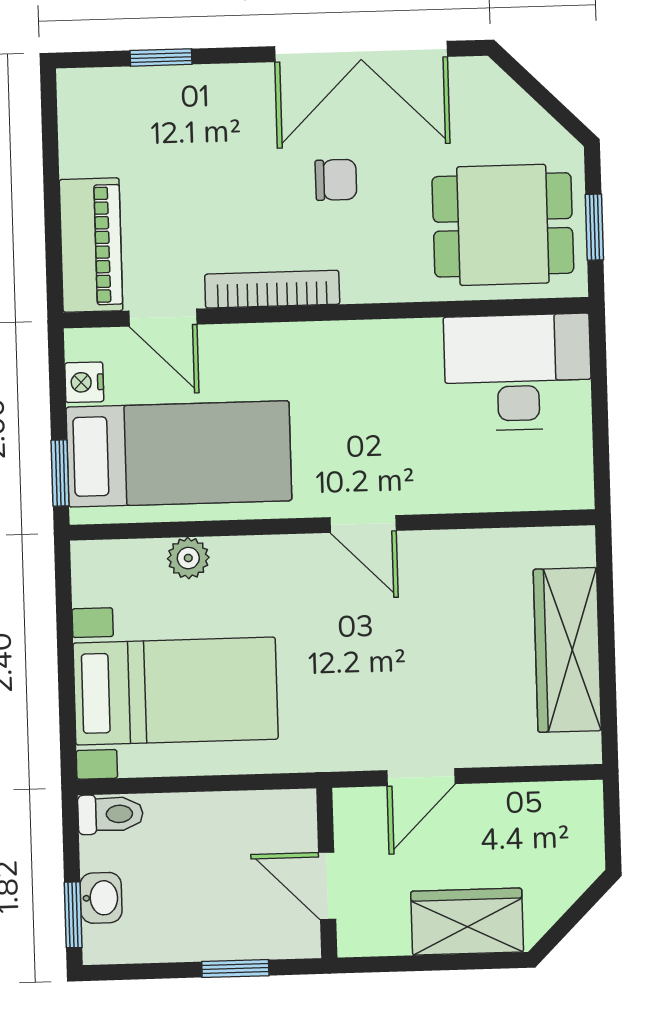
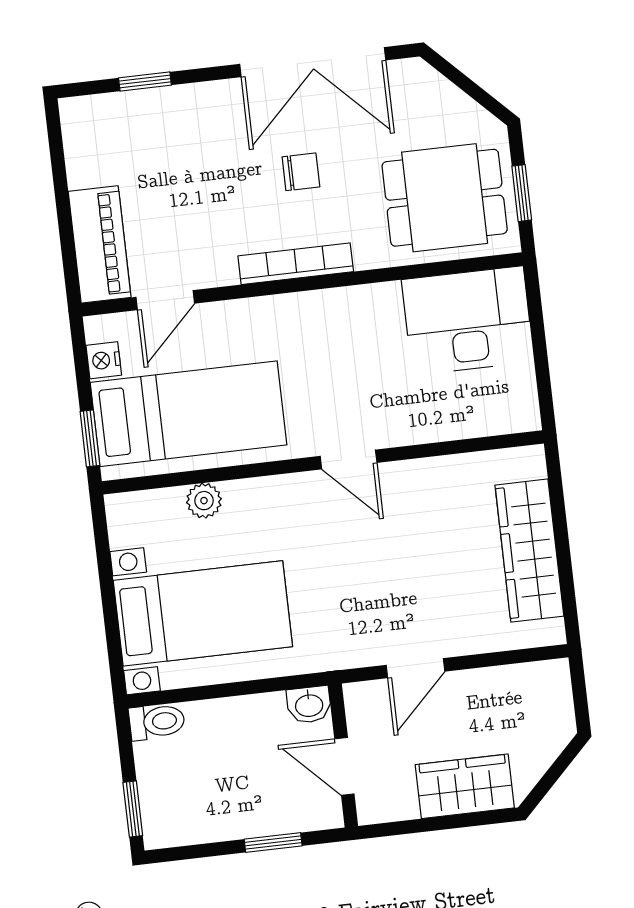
bookcase: (272, 289) -> (296, 264), moved
door: (163, 318) -> (165, 300), hinge flipped
washbasin: (101, 898) -> (309, 705), moved, turned 90

